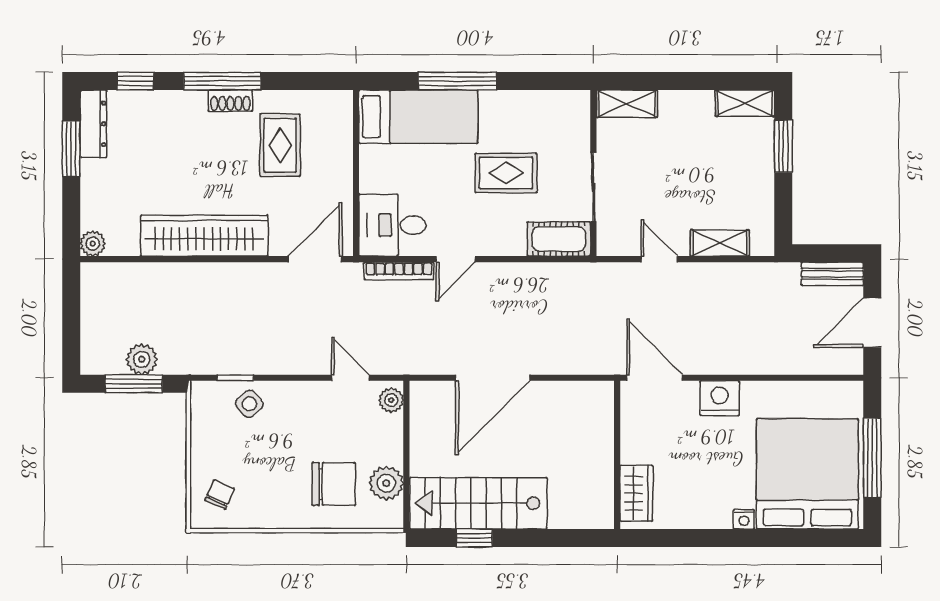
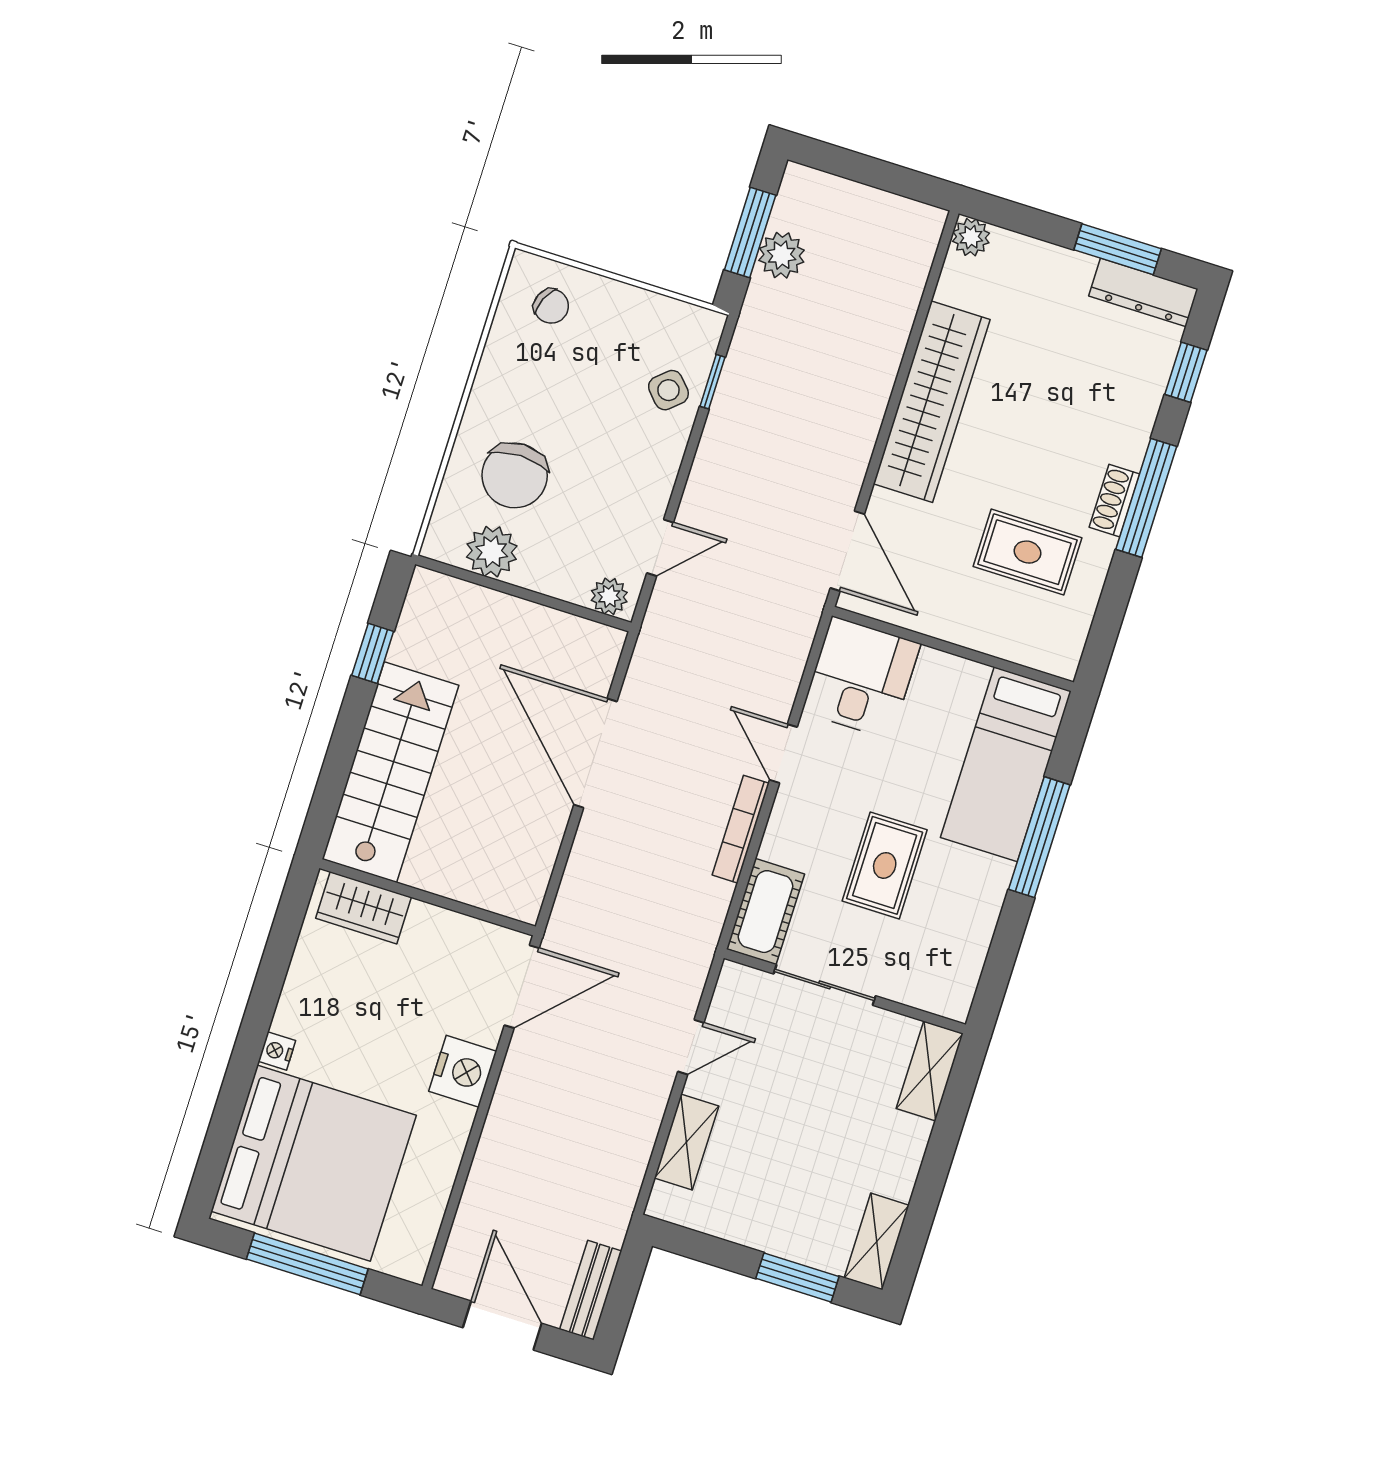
bookcase: (399, 271) -> (741, 829), moved
stairs: (478, 503) -> (390, 772), moved

